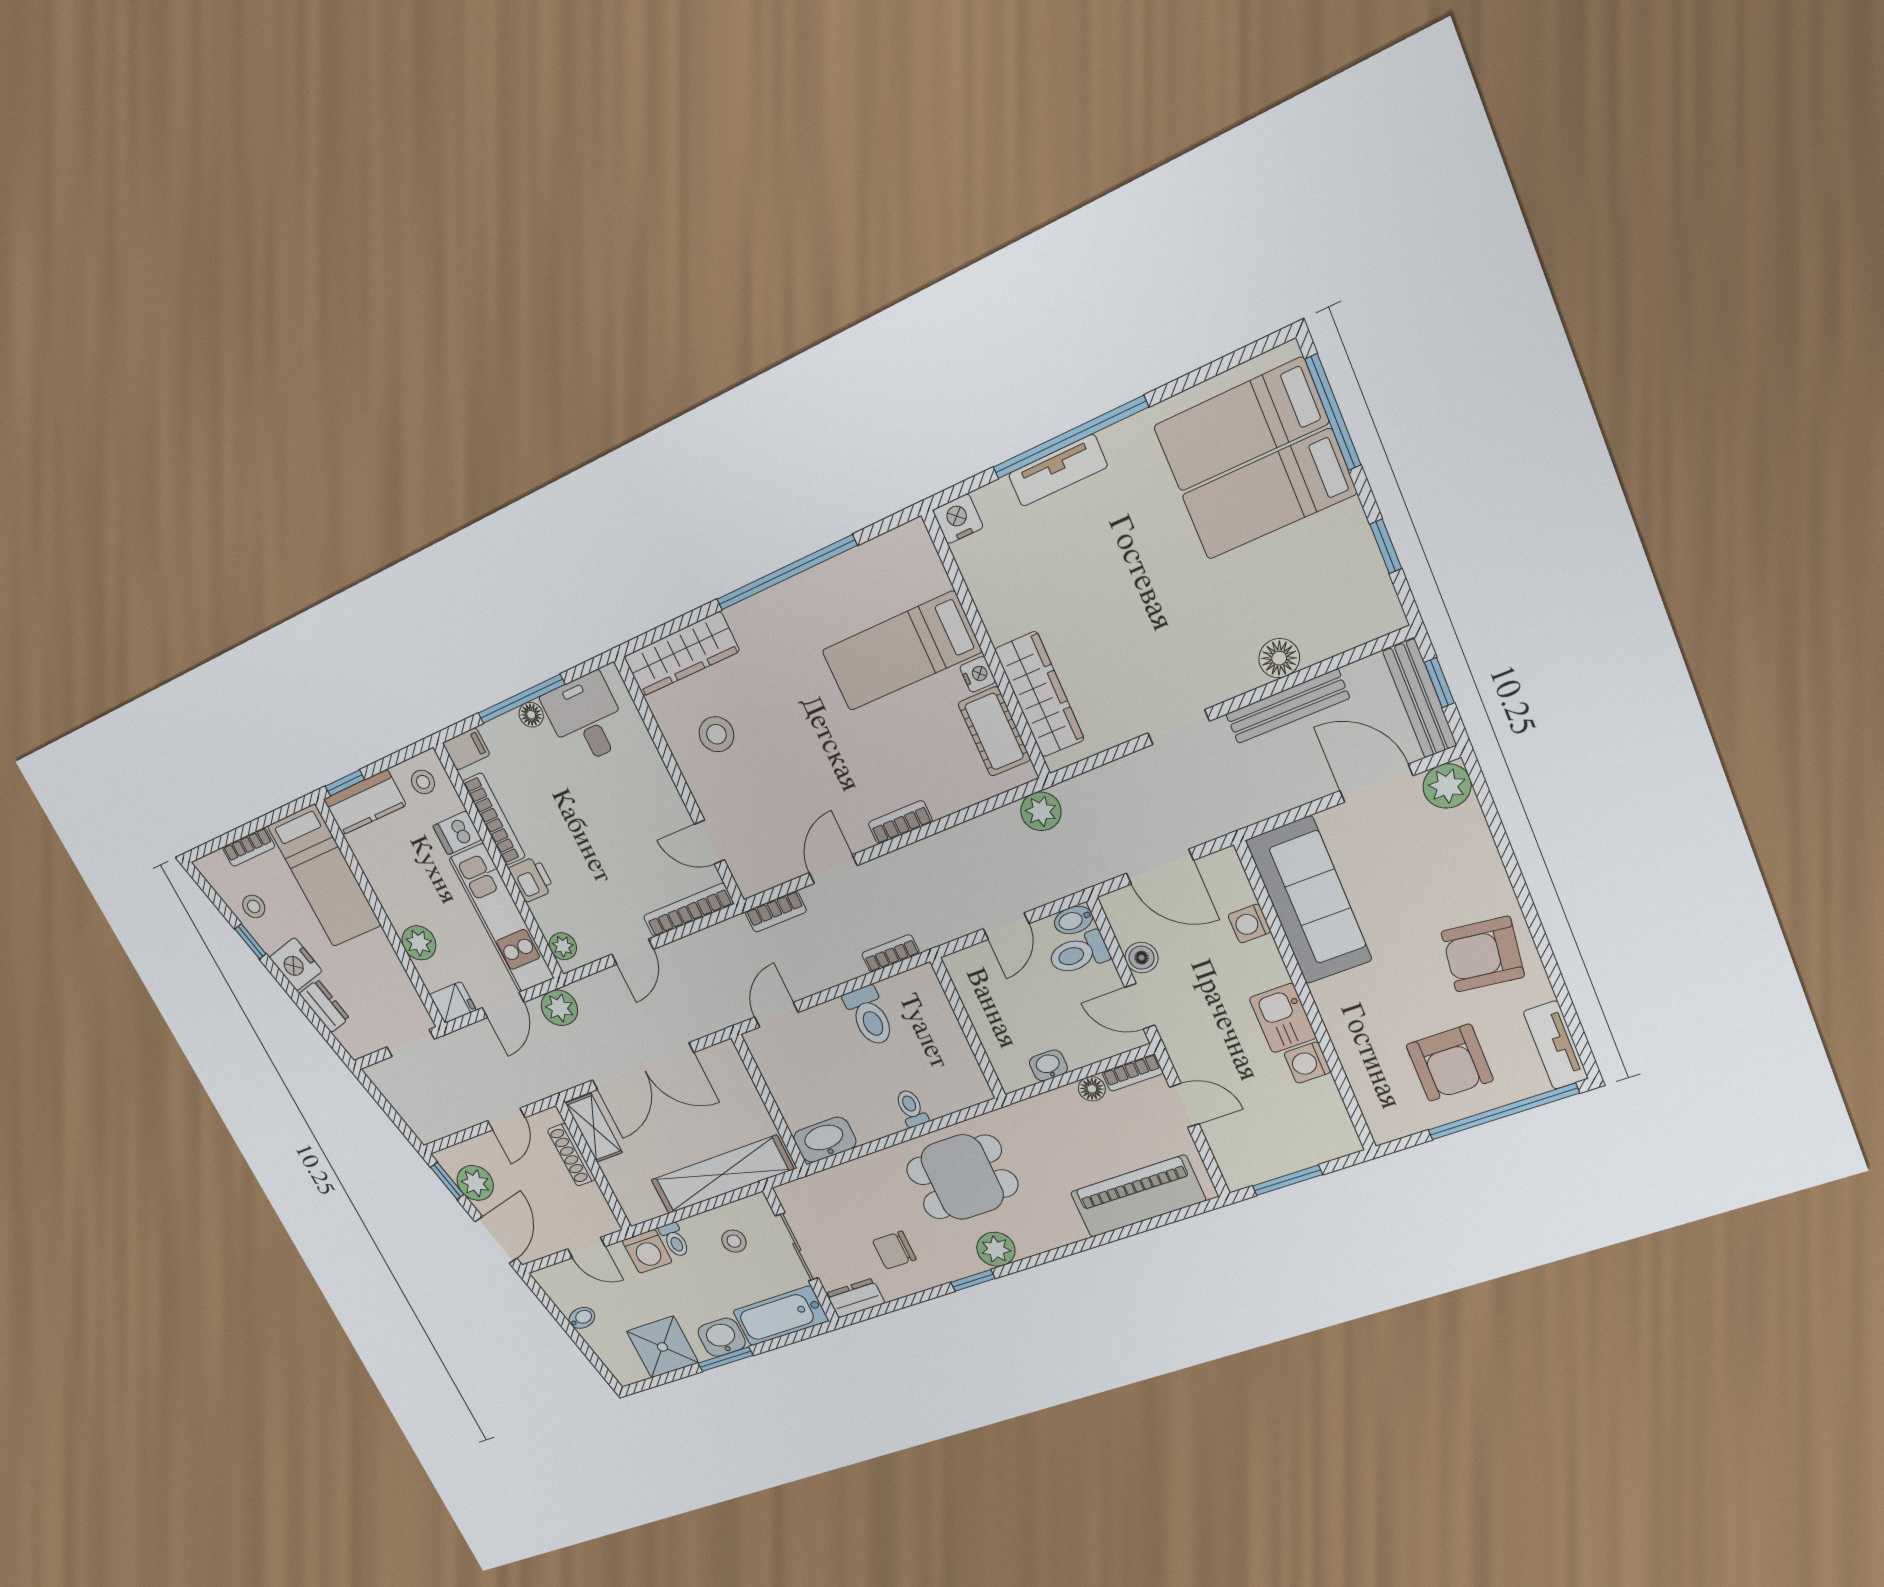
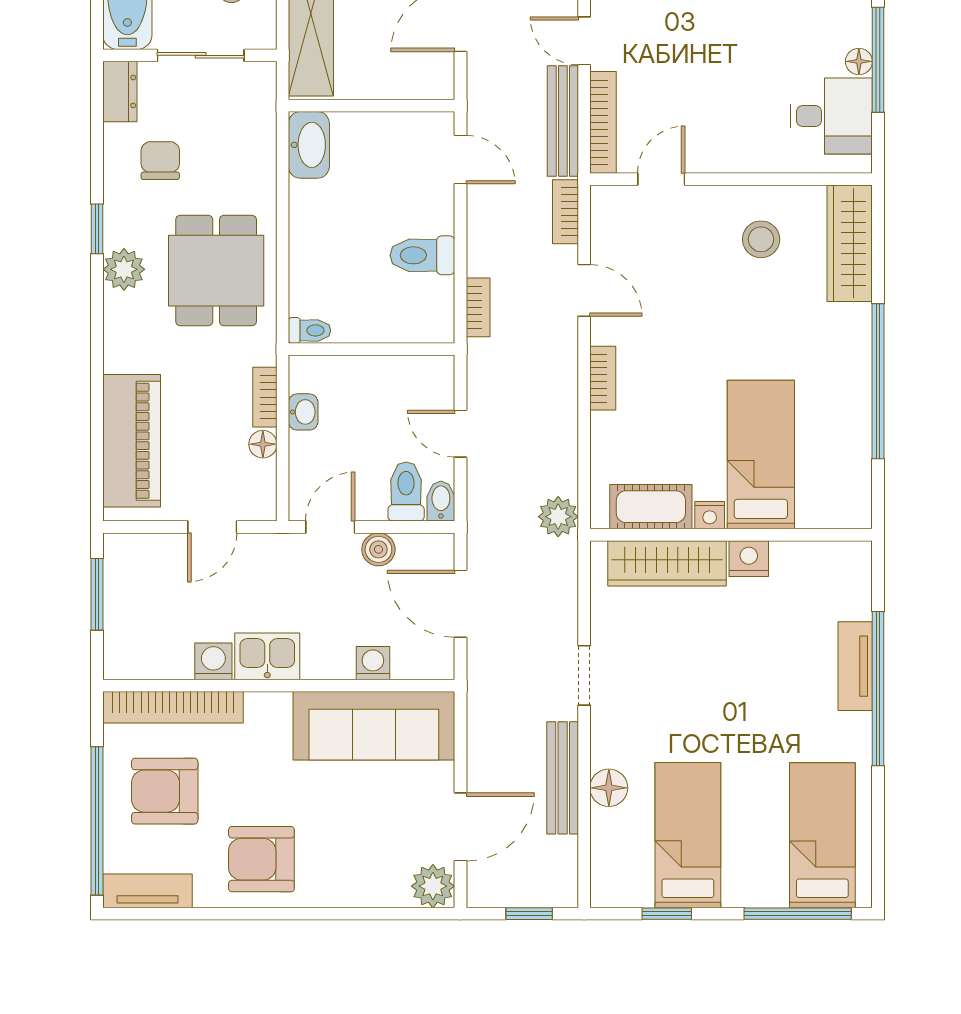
bed: (1269, 494) -> (688, 835), moved
nightstand: (958, 519) -> (749, 559), moved, turned -90
bench: (1420, 699) -> (563, 121), moved, turned 90
door: (1160, 867) -> (460, 604), hinge flipped
armchair: (1483, 954) -> (261, 859), turned -97
bookcase: (1133, 1073) -> (265, 397), moved
bookcase: (1366, 1083) -> (173, 707), added
toilet: (911, 1108) -> (310, 330), moved

